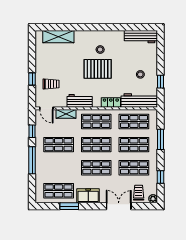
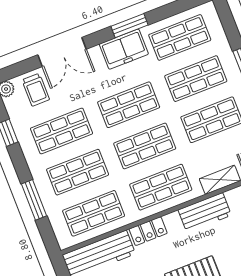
shop shelf: (59, 168) -> (196, 79), added
window: (69, 206) -> (129, 26), moved

